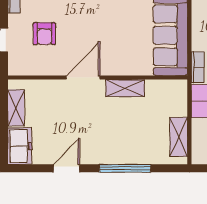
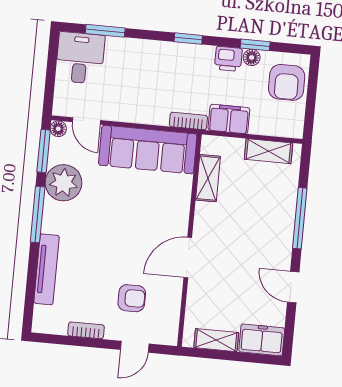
door: (83, 78) -> (188, 258), hinge flipped
shelving: (125, 88) -> (208, 178), moved

